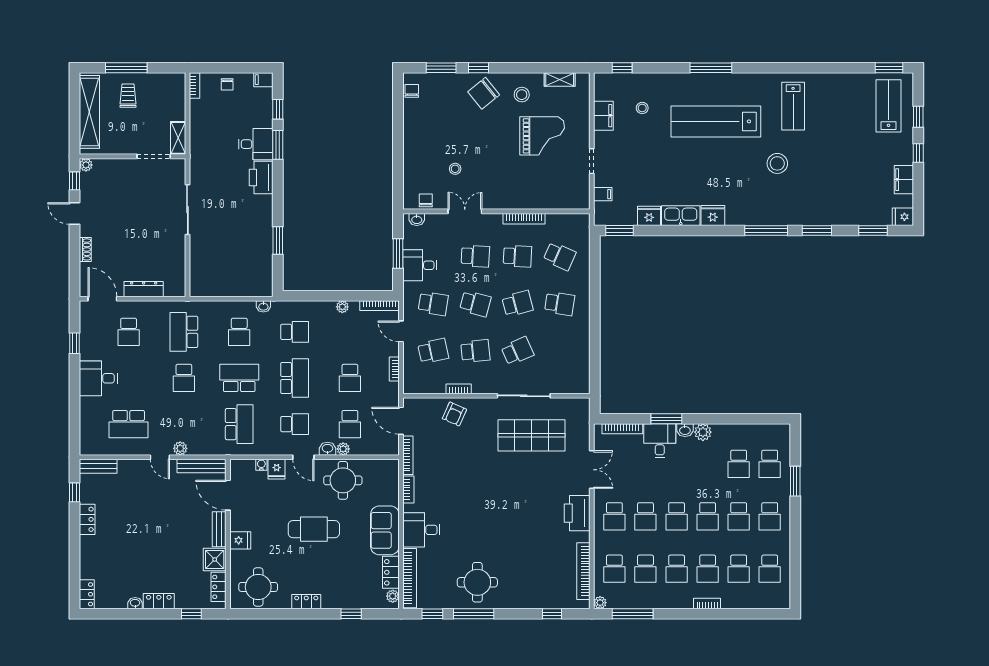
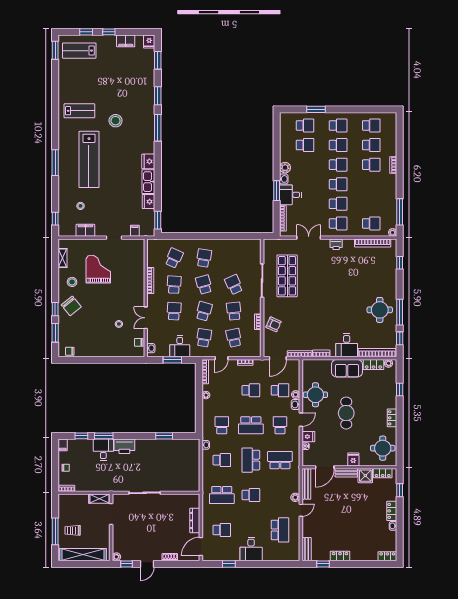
school desk: (295, 378) -> (251, 425), turned 180
printer: (577, 513) -> (336, 244), width x0.53, depth x0.68
school desk: (645, 569) -> (371, 204), removed
school desk: (677, 569) -> (371, 184), removed

